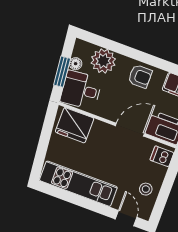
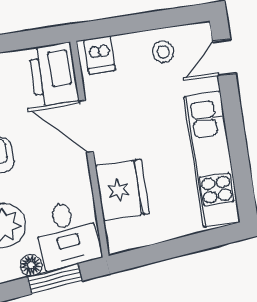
fridge: (75, 125) -> (122, 190), moved

